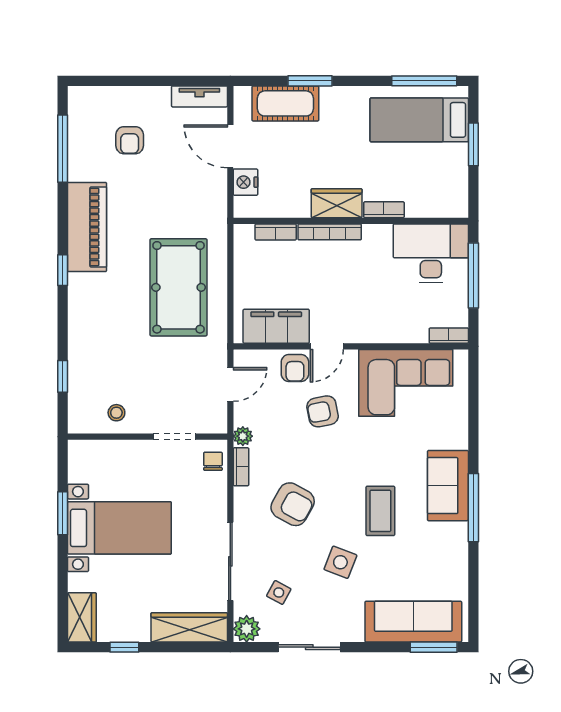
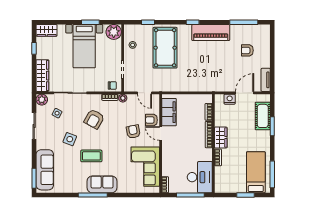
pool table: (179, 287) -> (165, 48), moved, turned 90
plant: (86, 458) -> (114, 32), added

